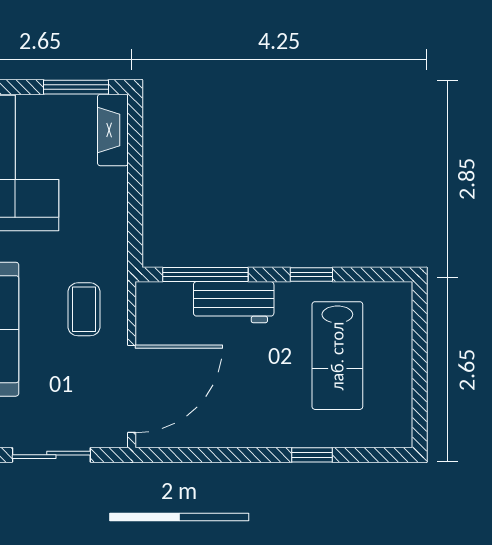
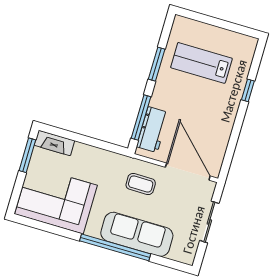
window: (311, 275) -> (157, 64), width x1.50
workbench: (234, 302) -> (153, 130), moved
lab bench: (337, 356) -> (201, 63), turned 180

